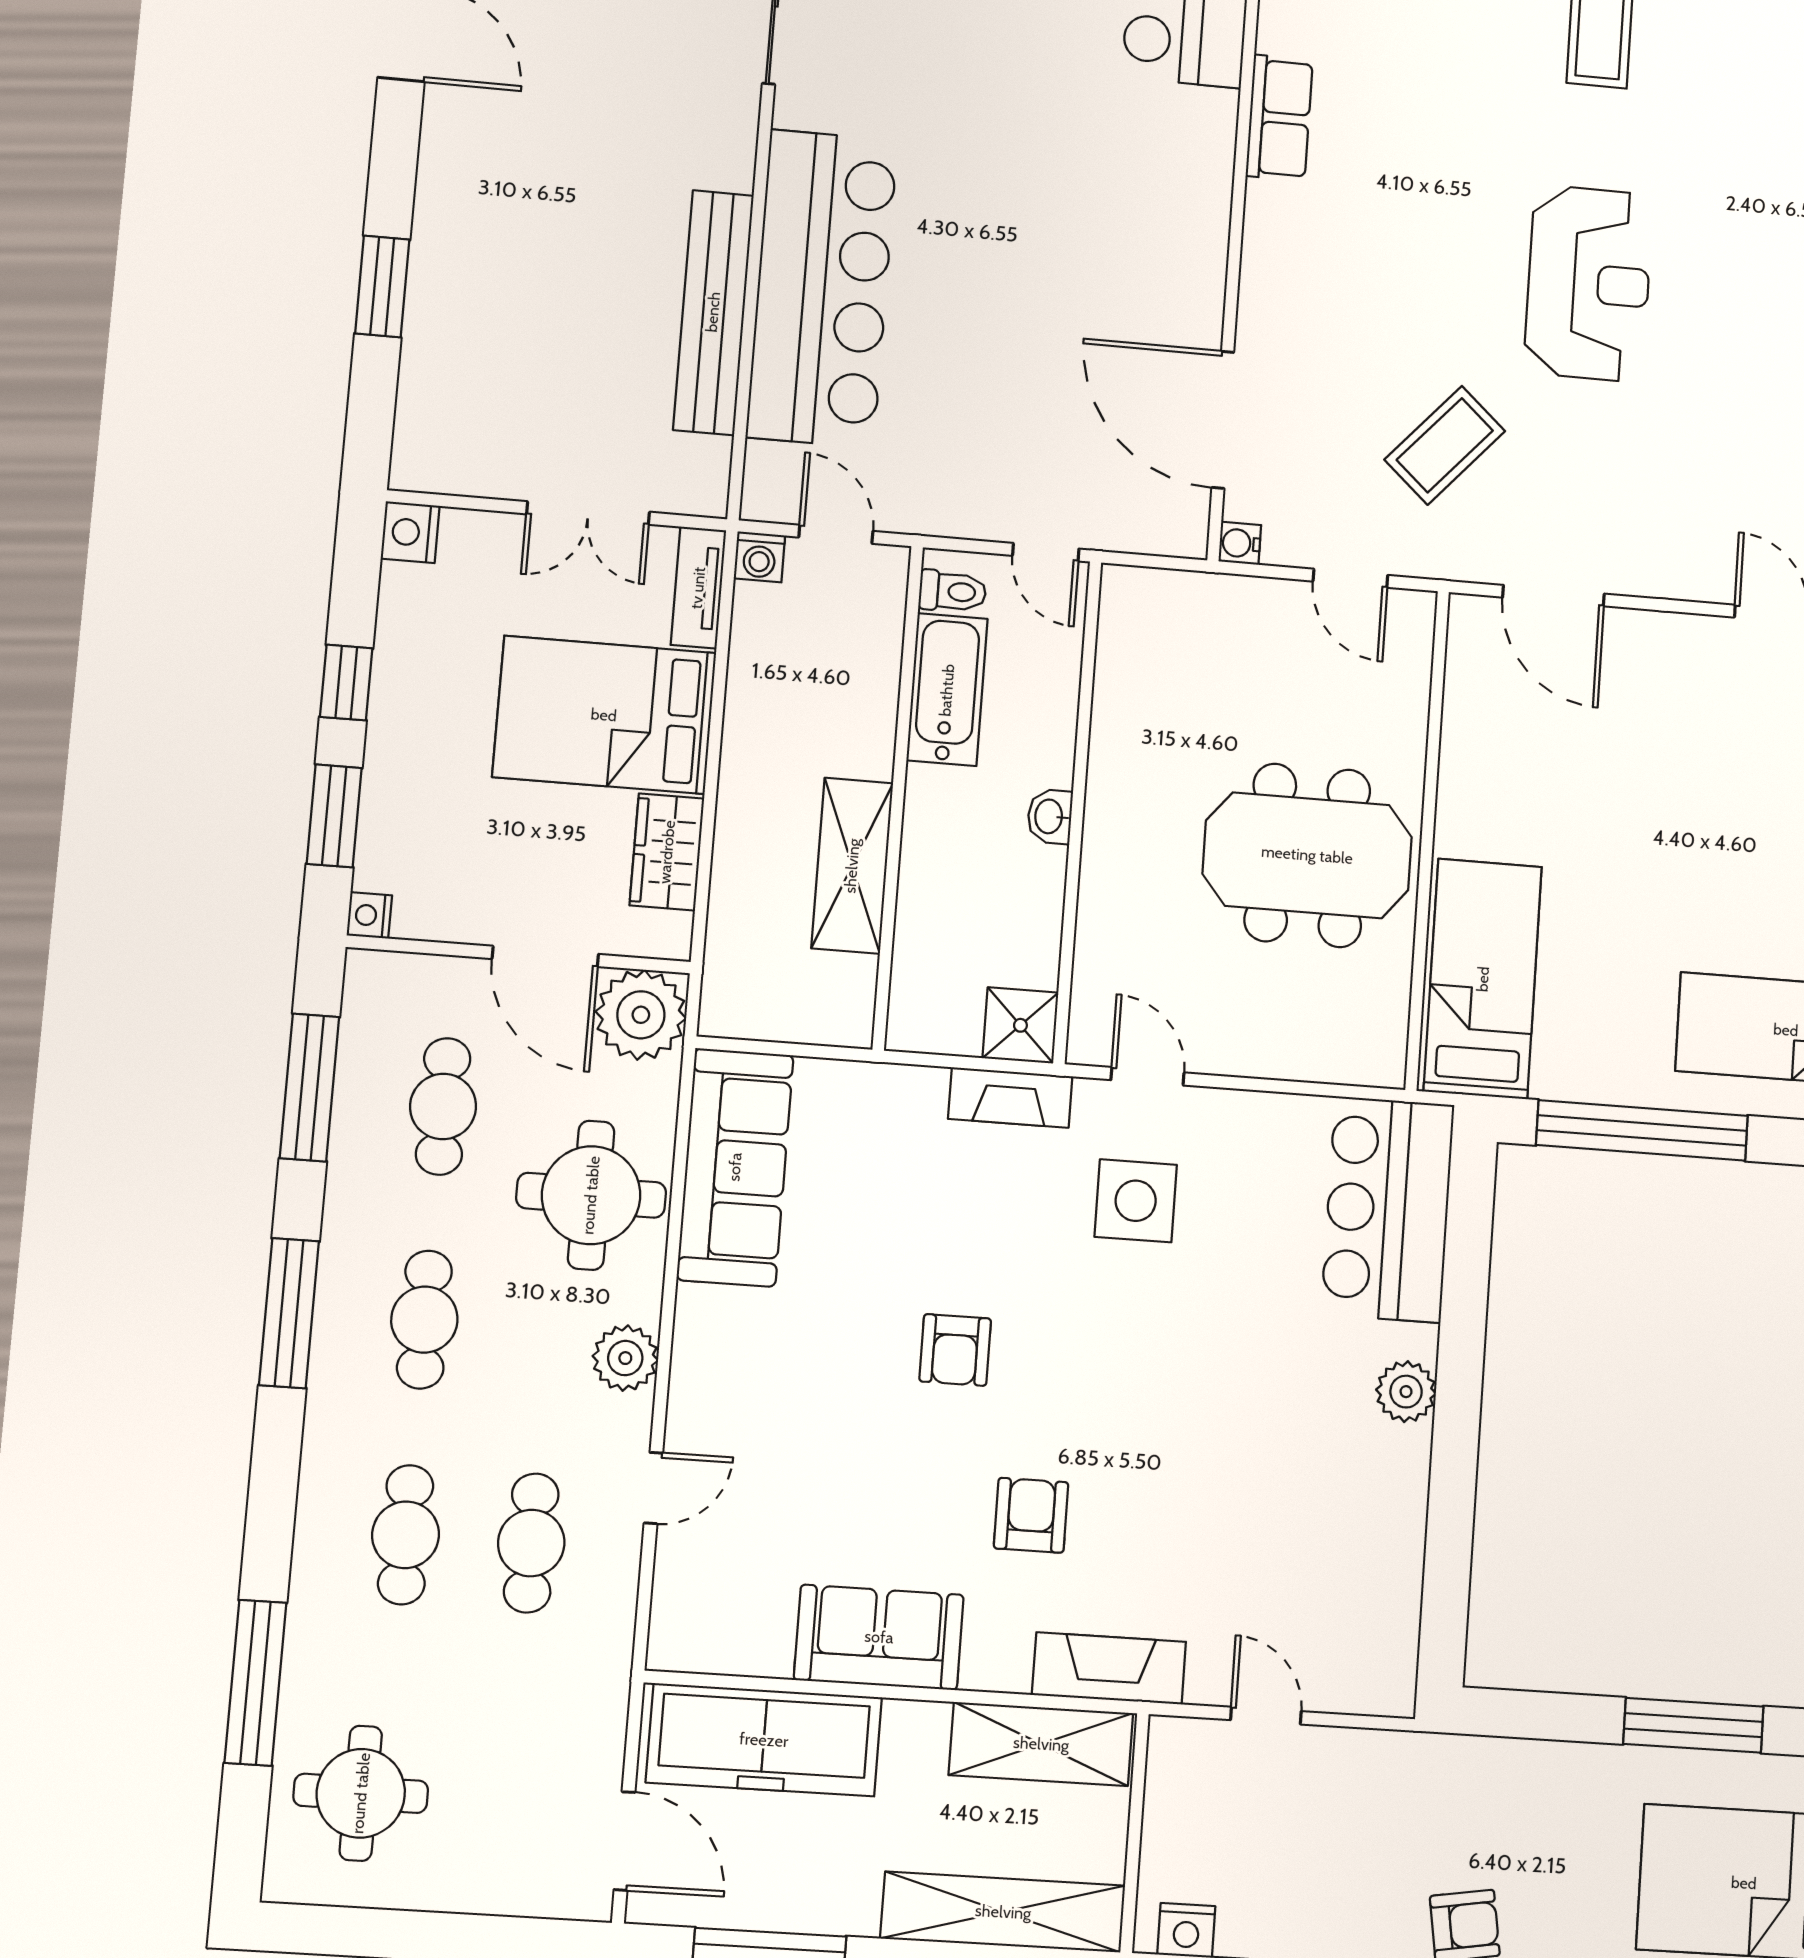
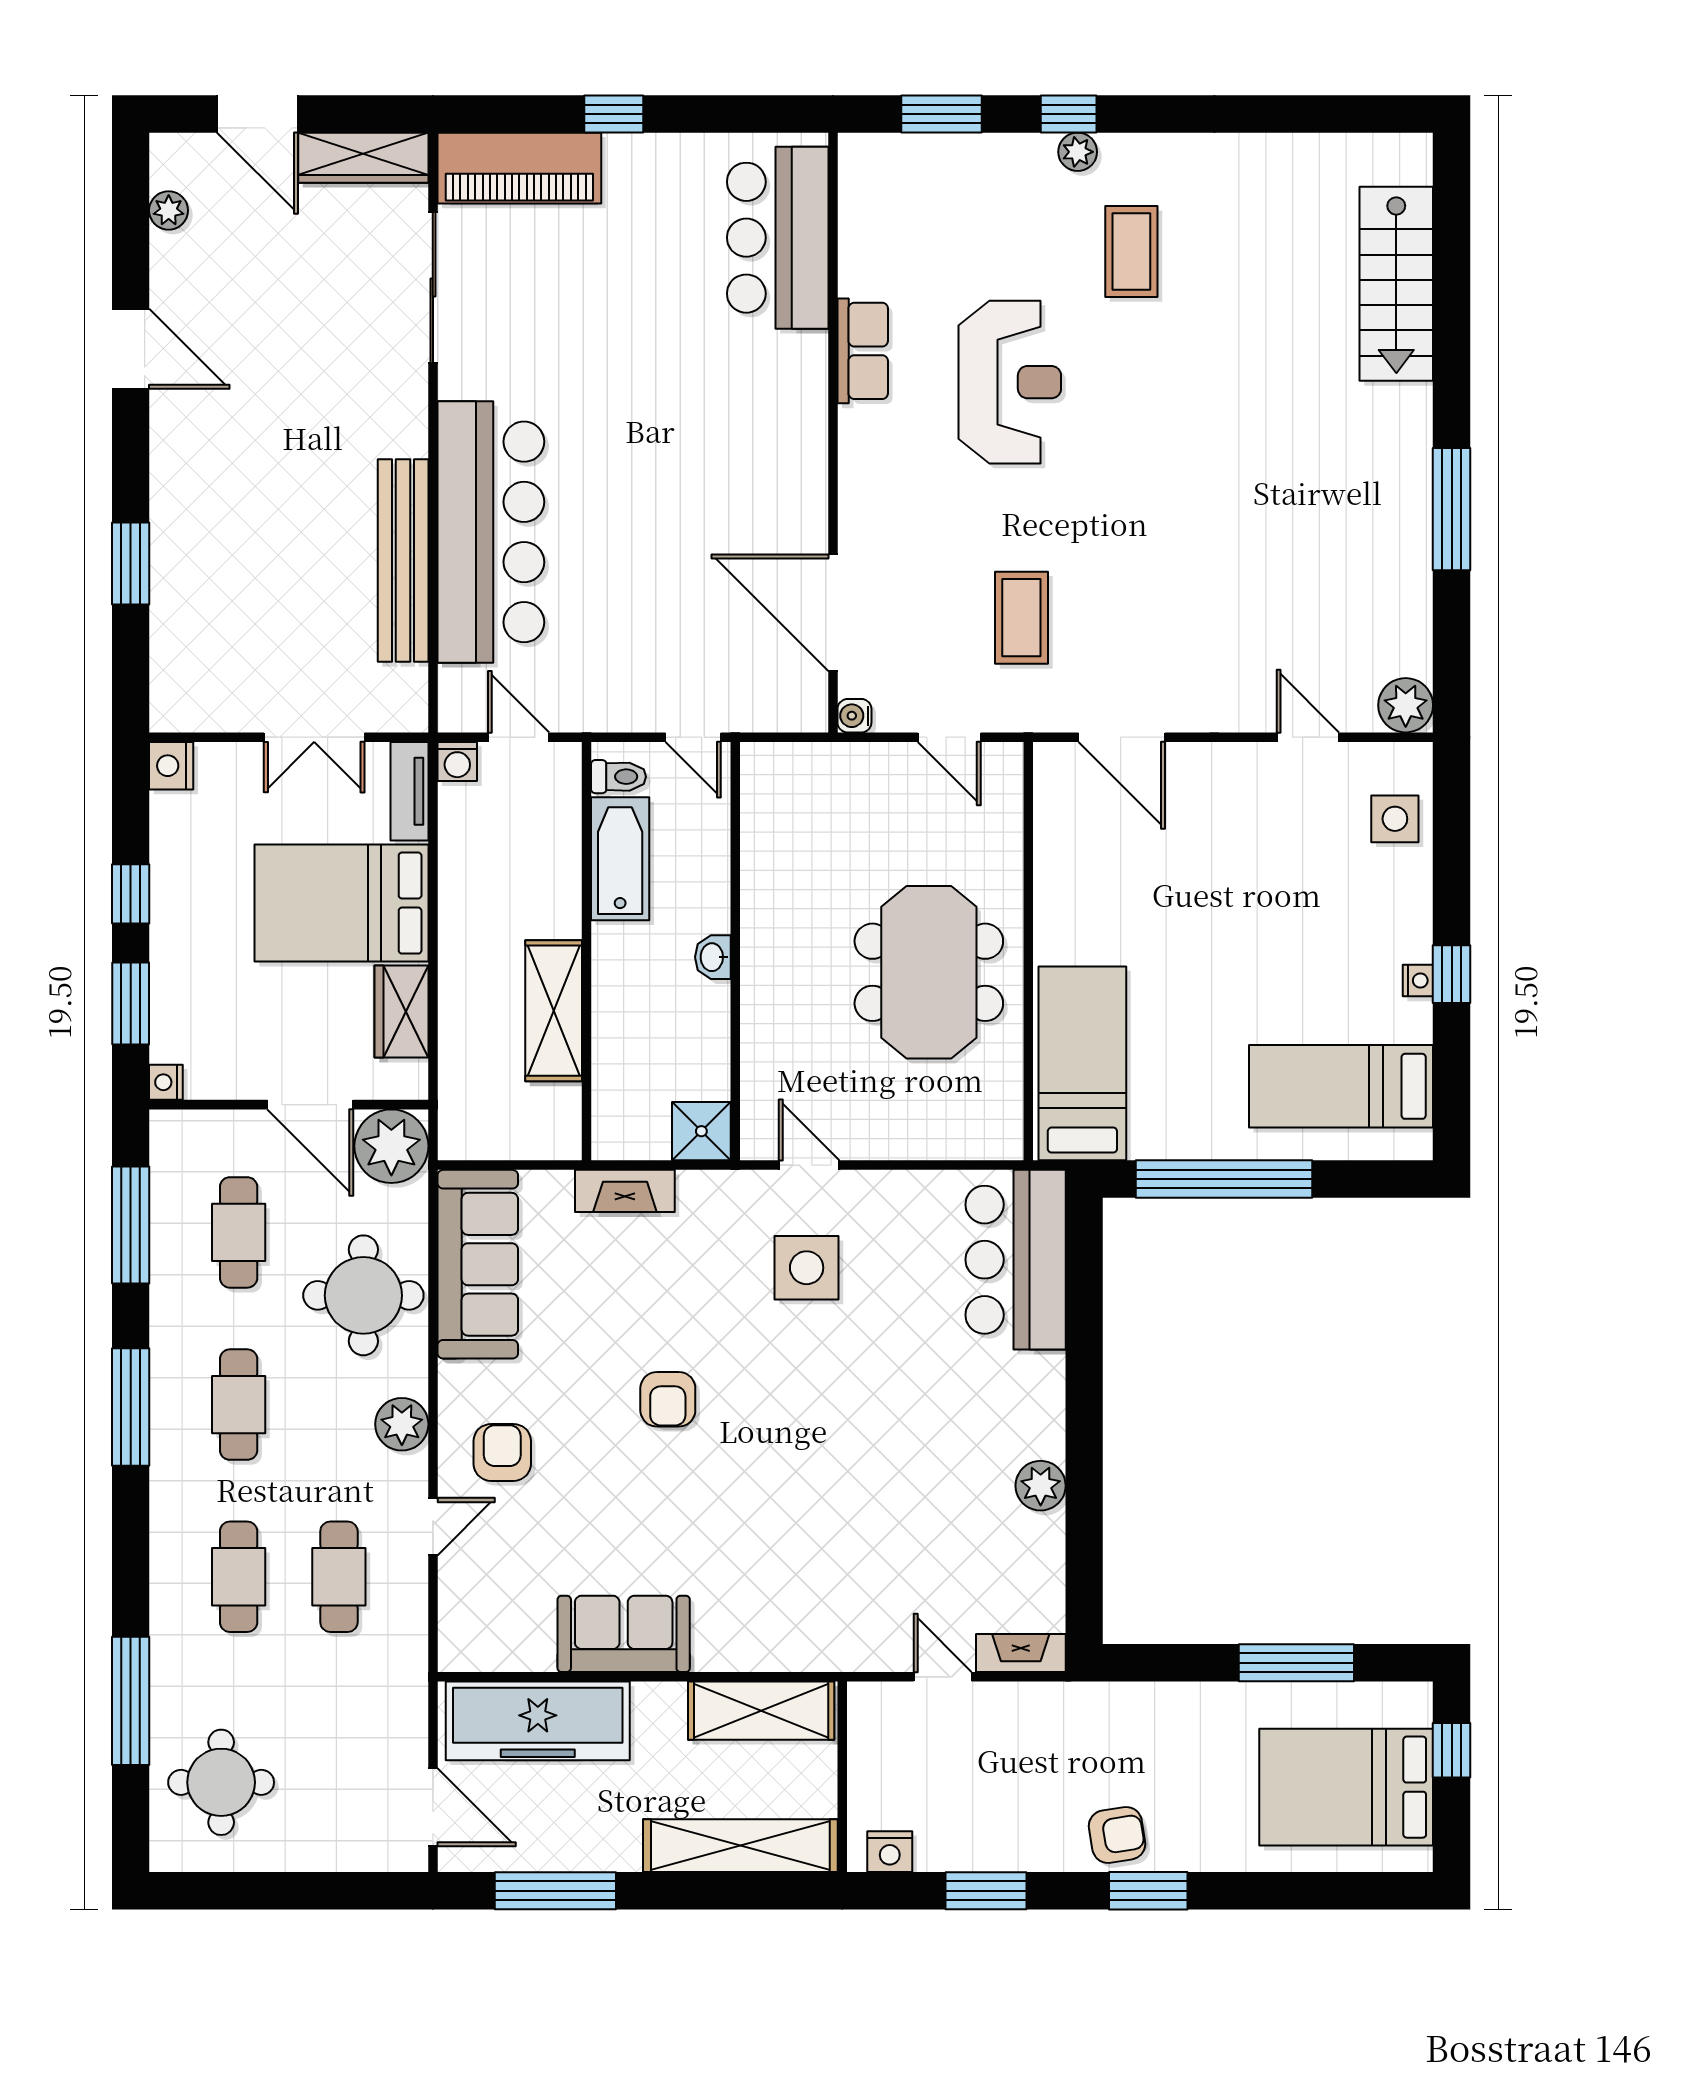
reception desk: (1588, 283) -> (1010, 382), moved
coffee table: (1445, 445) -> (1021, 618), turned -42
meeting table: (1307, 855) -> (929, 972), turned 90
fireplace: (1010, 1098) -> (625, 1191), moved
plant: (1406, 1392) -> (1041, 1486), moved
armchair: (1031, 1515) -> (502, 1452), moved
fireplace: (1109, 1668) -> (1021, 1653), moved, width x0.73, depth x0.76

